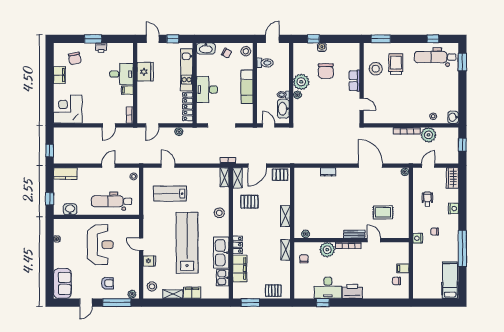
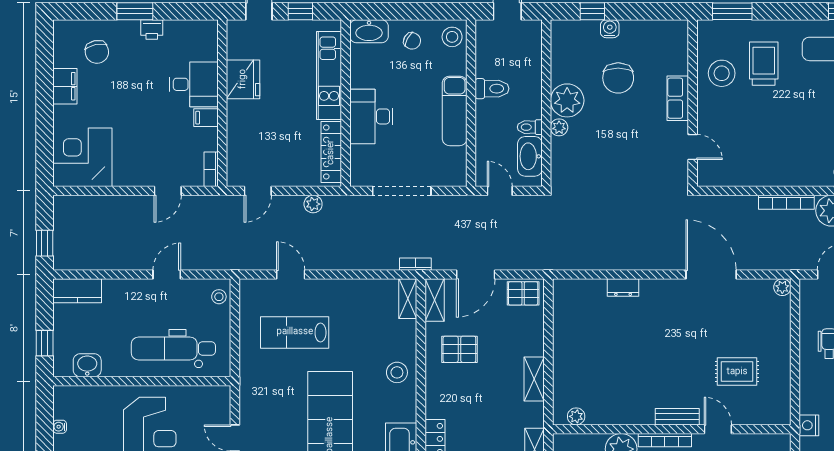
toilet: (265, 63) -> (492, 89), moved

